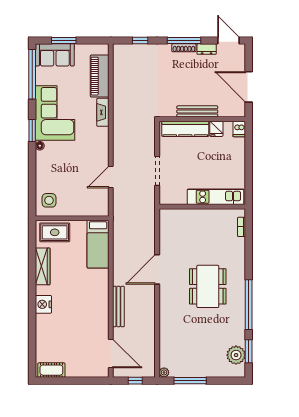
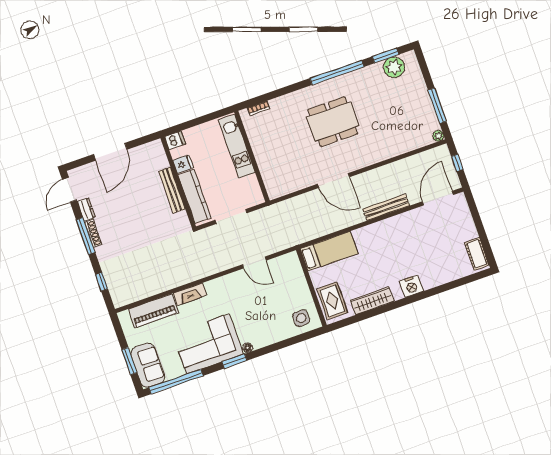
bench: (197, 111) -> (172, 190), moved
wall: (202, 119) -> (178, 182), moved
kitchen counter: (185, 129) -> (194, 196), moved
fridge: (216, 129) -> (183, 164), moved
dishwasher: (239, 129) -> (175, 140), moved

